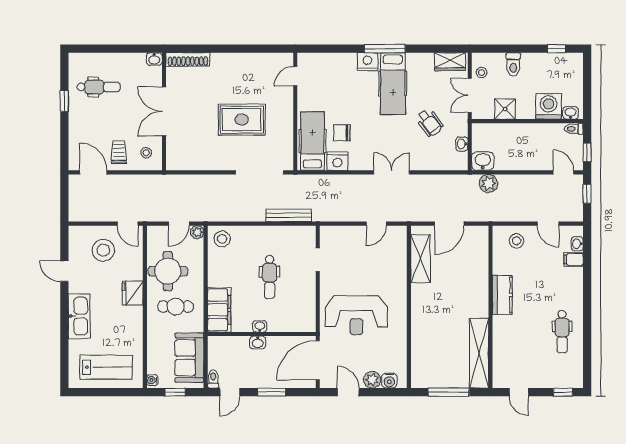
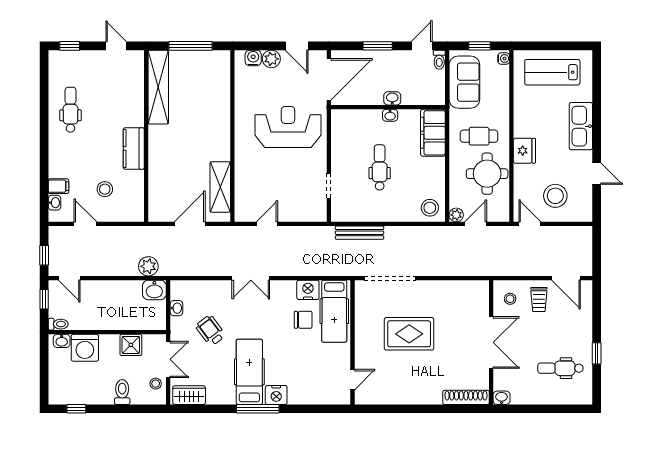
stool: (517, 241) -> (105, 189), moved

